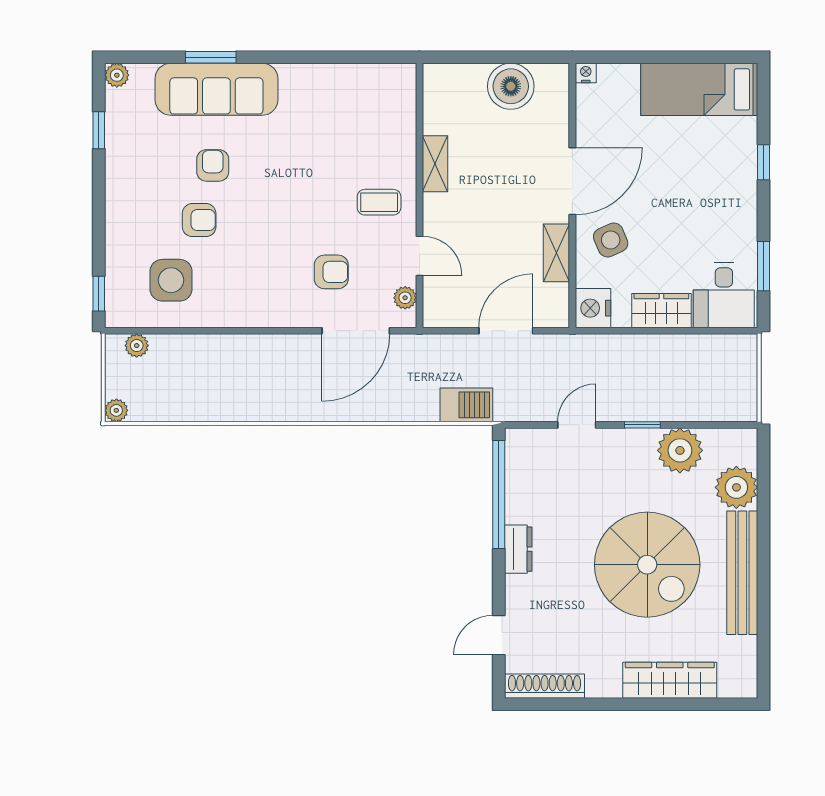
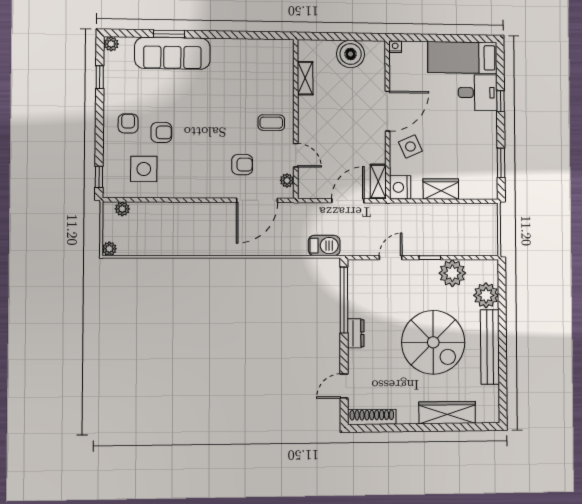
shelving: (435, 164) -> (305, 78), moved
armchair: (213, 165) -> (128, 123), moved
shelving: (556, 253) -> (378, 182), moved
desk: (724, 295) -> (478, 93), moved, turned -90

